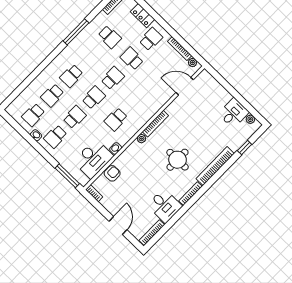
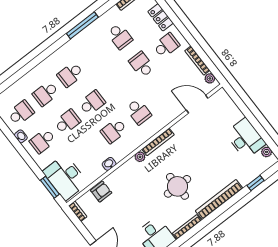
school desk: (113, 78) -> (139, 112), moved, turned 90
desk: (233, 113) -> (245, 138), width x1.37
school desk: (33, 115) -> (21, 113), turned 180
desk: (93, 159) -> (65, 177), moved, turned 90
window: (67, 176) -> (50, 187), width x0.69

